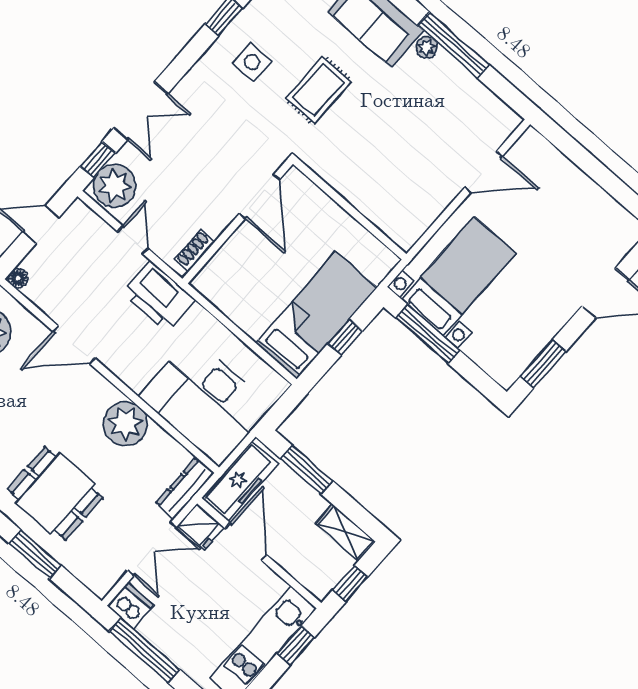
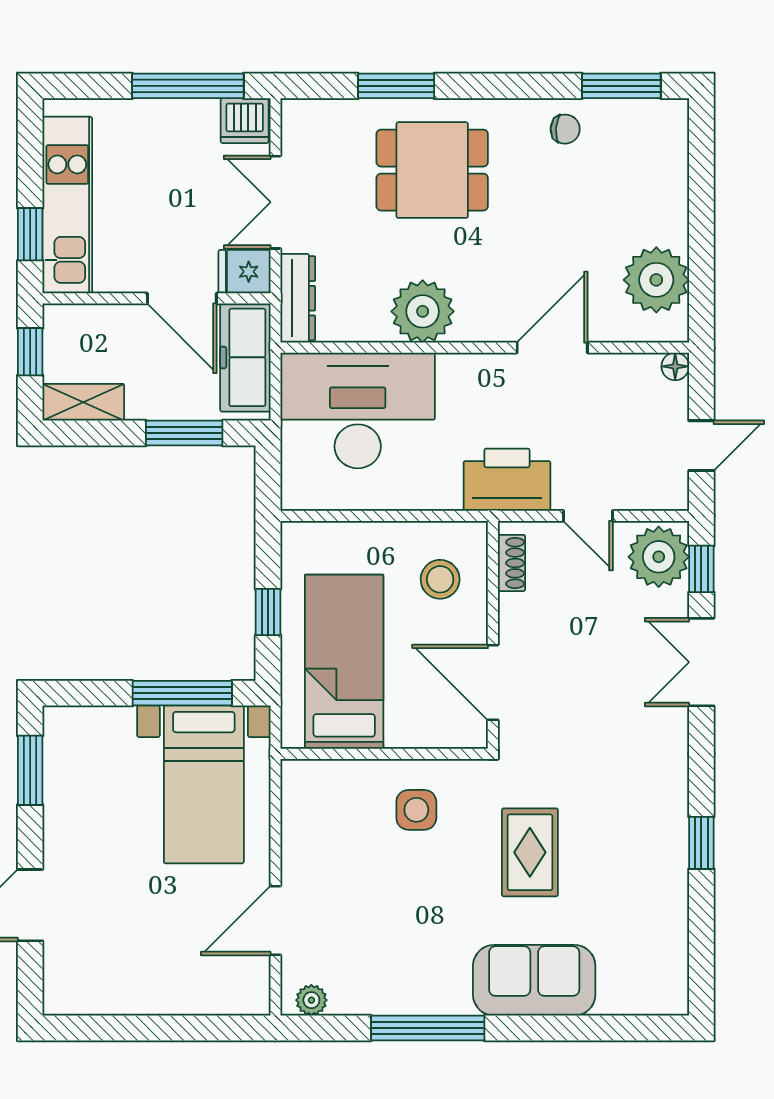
plant: (427, 47) -> (311, 1000), moved
side table: (252, 62) -> (416, 810), moved
stool: (240, 275) -> (440, 579), added
bed: (316, 315) -> (344, 662), moved, turned 180

